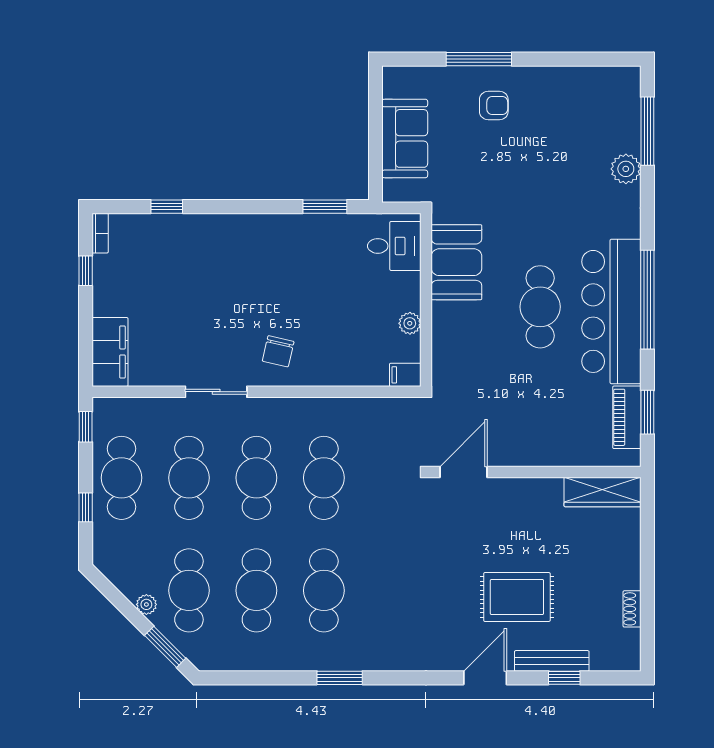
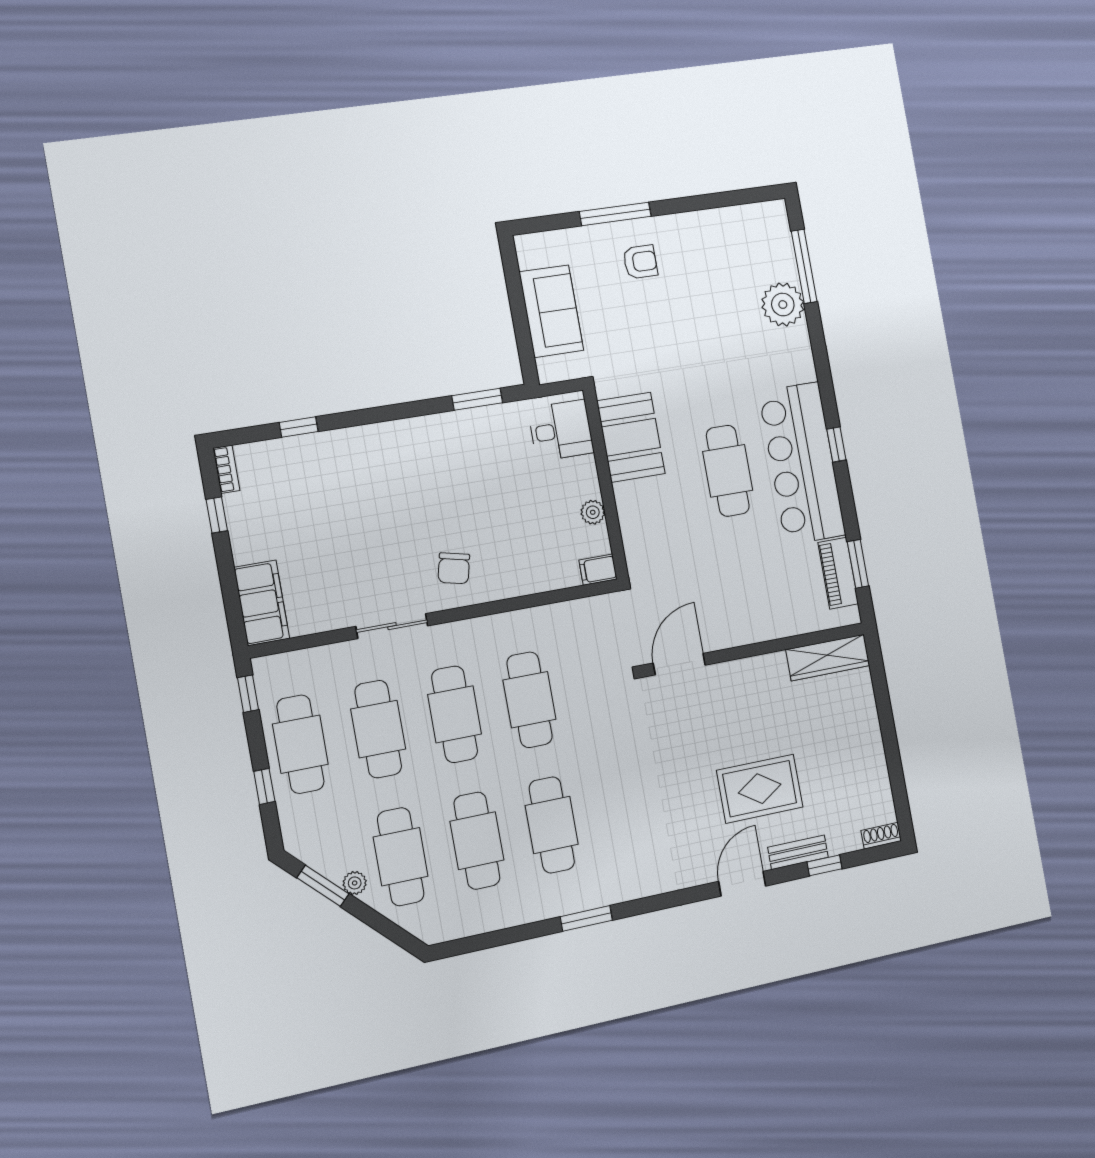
plant: (626, 169) -> (783, 305), width x1.36, depth x1.36
window: (647, 300) -> (836, 445), width x0.32
shoe rack: (632, 609) -> (881, 836), moved, turned 90
window: (165, 647) -> (323, 886), moved
bench: (552, 661) -> (798, 852), width x0.73

